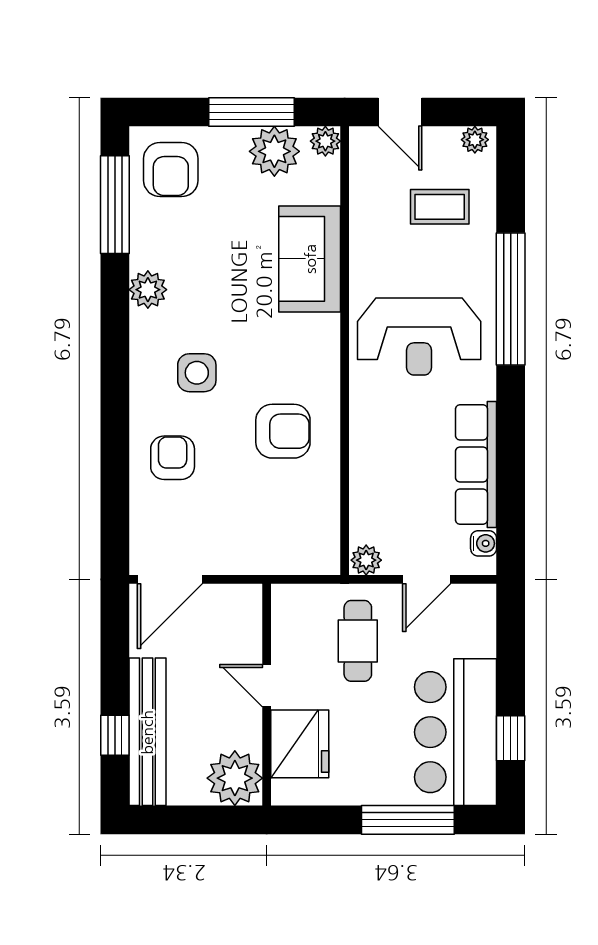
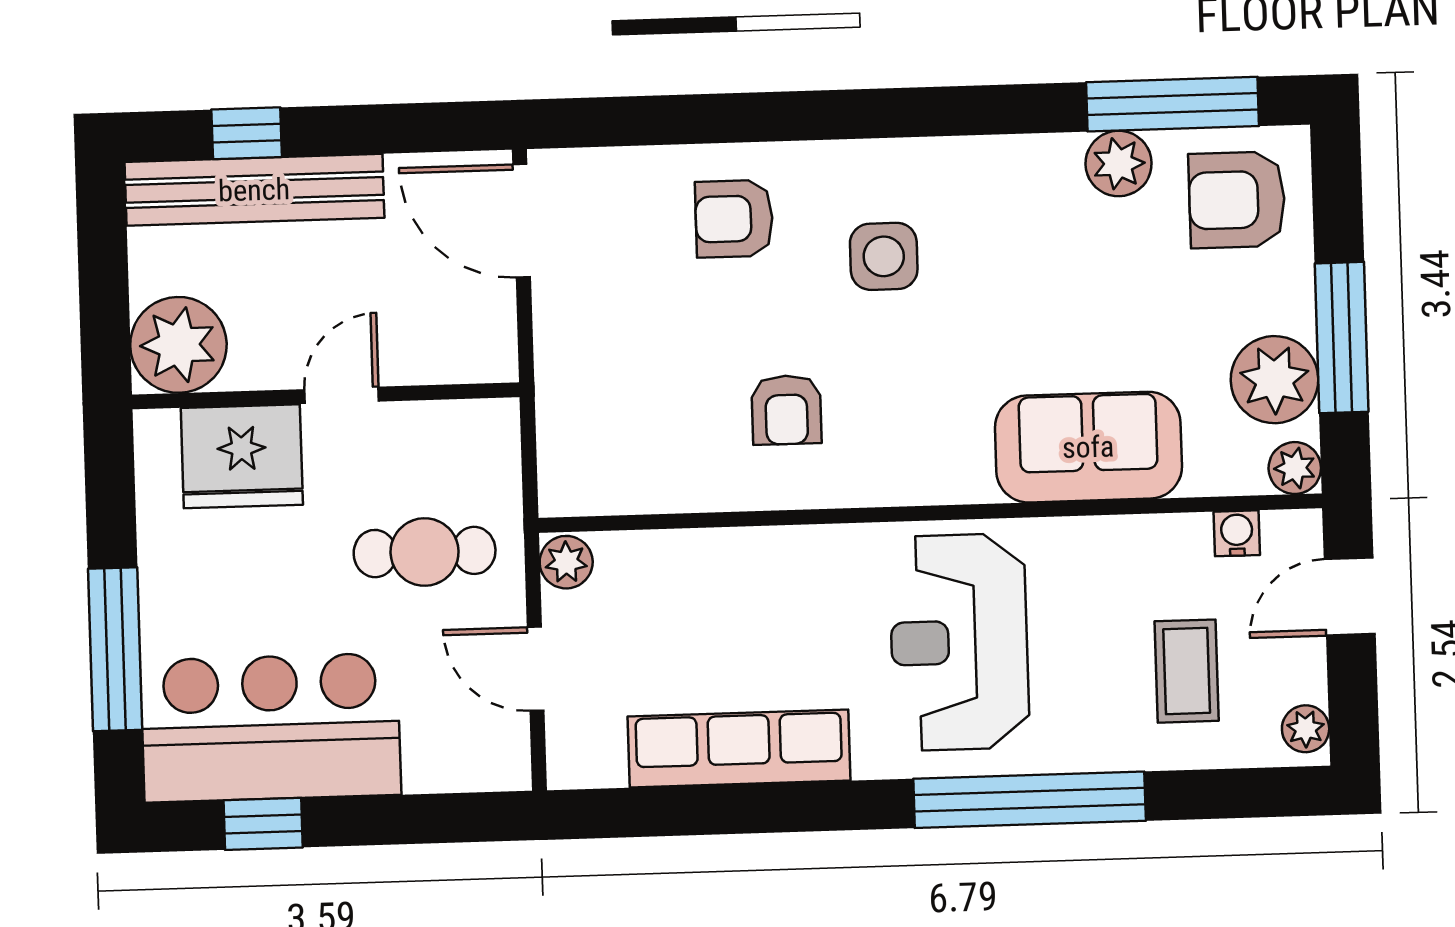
plant: (148, 290) -> (1119, 164), moved
armchair: (283, 431) -> (786, 410), width x0.72, depth x0.72
armchair: (173, 458) -> (734, 219), turned 180
water cooler: (484, 543) -> (1237, 533), moved, turned 180

